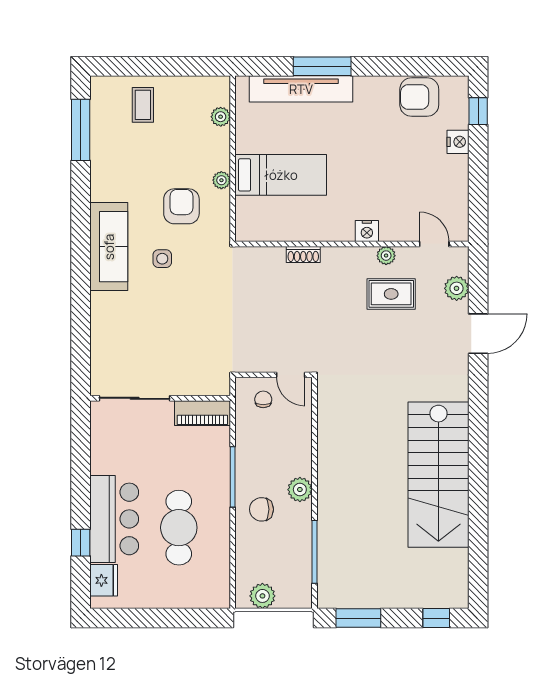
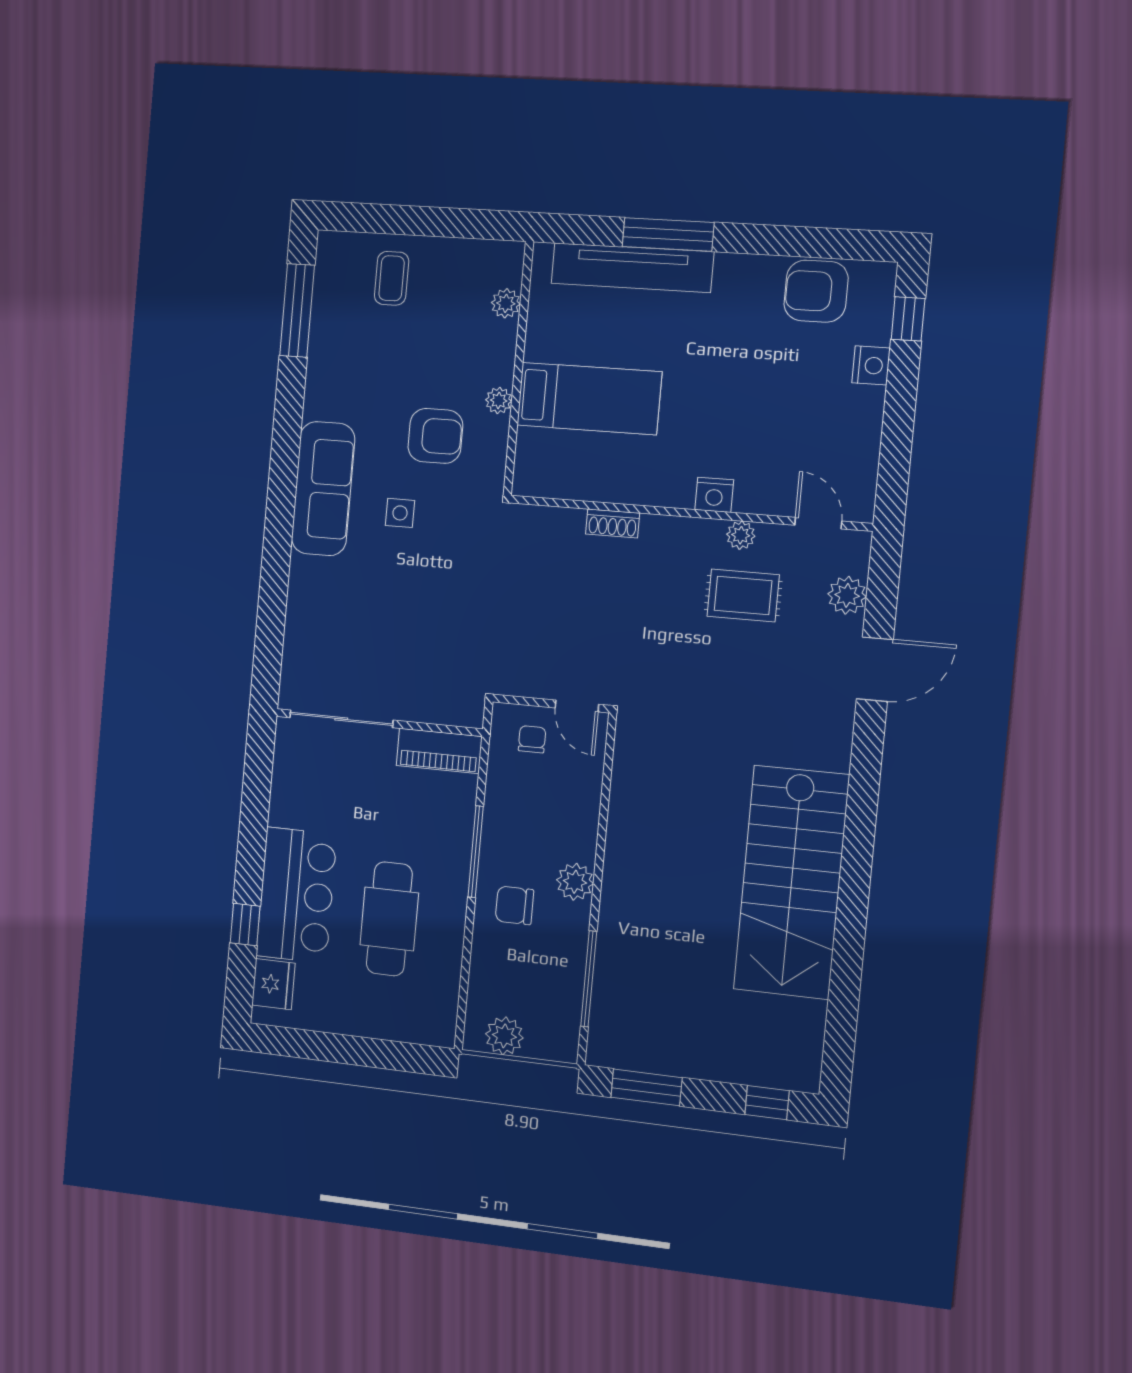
armchair: (181, 206) -> (435, 436), turned 90

